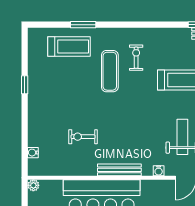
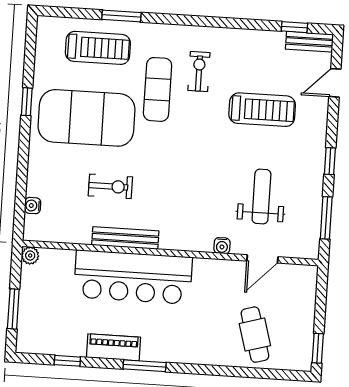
exercise mat: (64, 93) -> (87, 118), added
exercise bike: (83, 137) -> (110, 186), turned 180
bench: (119, 170) -> (125, 238), moved

